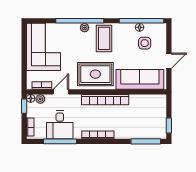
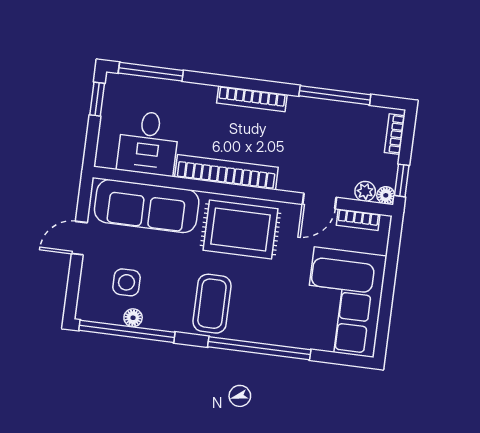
plant: (85, 28) -> (251, 332), removed
desk: (60, 125) -> (148, 143), moved, turned 180

